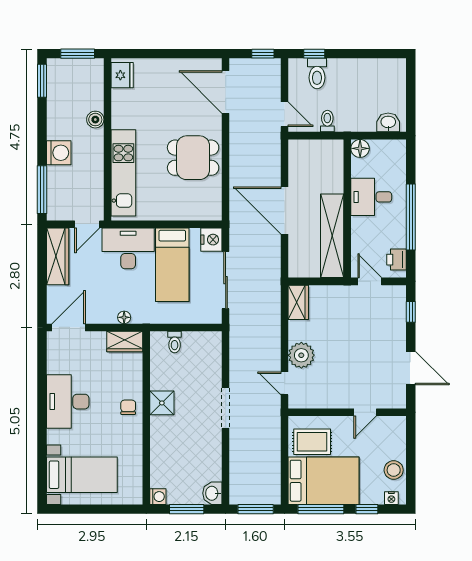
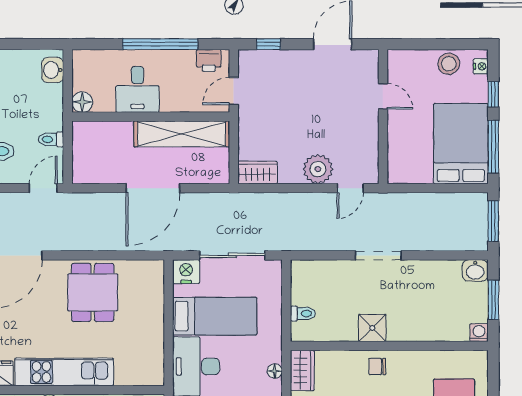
kitchen unit: (123, 173) -> (64, 372), moved
rug: (312, 442) -> (417, 157), removed

